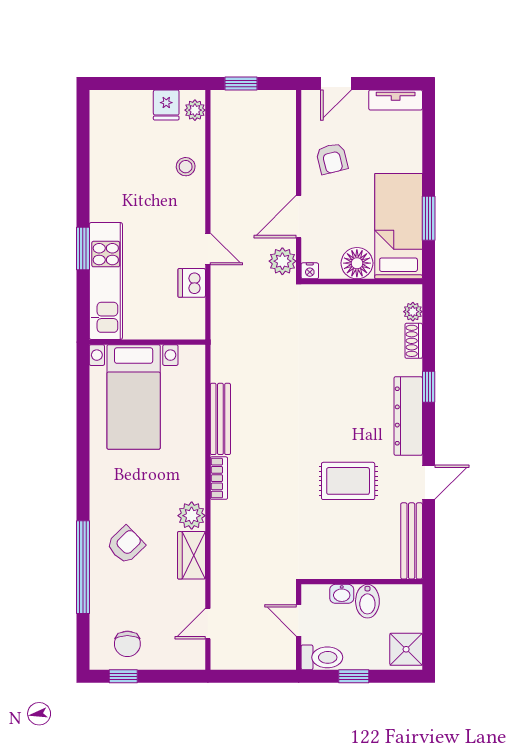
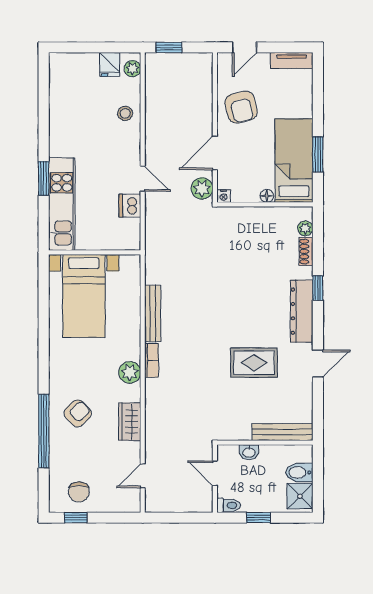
armchair: (332, 159) -> (241, 107), width x1.38, depth x1.38
floor lamp: (357, 263) -> (267, 196), width x0.53, depth x0.53
plant: (192, 516) -> (130, 372), moved
bench: (412, 541) -> (282, 432), moved, turned 90
bidet: (367, 601) -> (299, 472), moved, turned 90
toilet: (322, 657) -> (229, 505), width x0.73, depth x0.72

